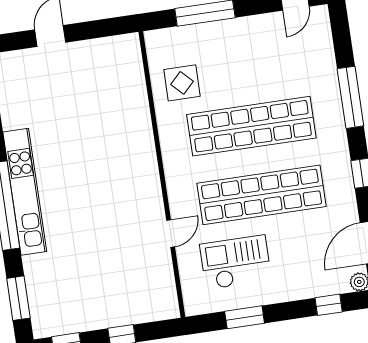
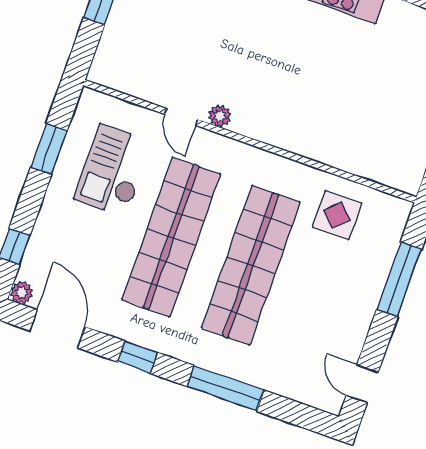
plant: (155, 206) -> (220, 116), added
checkout: (236, 262) -> (113, 170), turned 180

